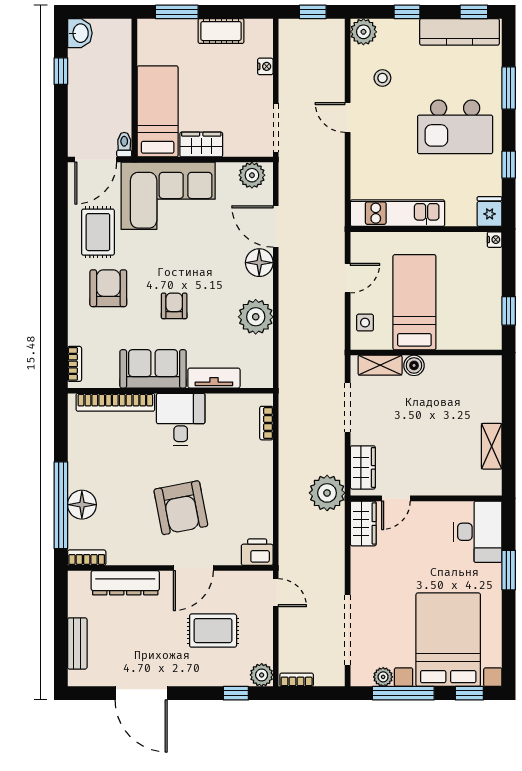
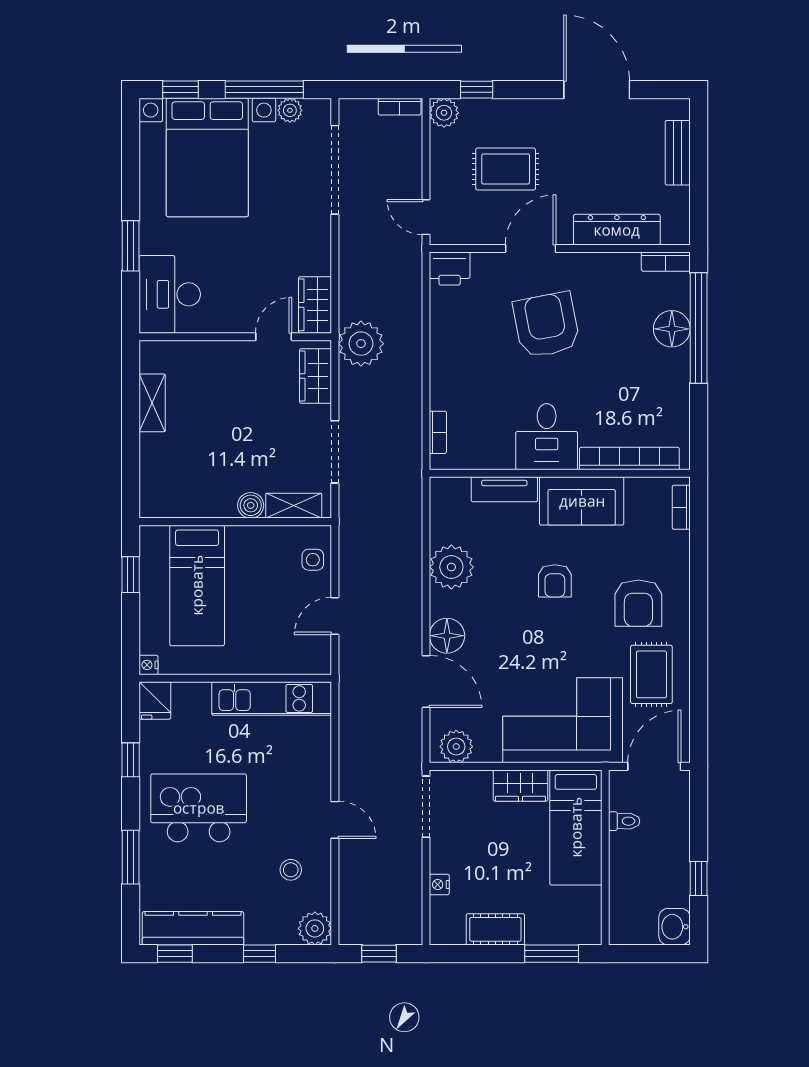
toilet: (124, 145) -> (624, 821), moved, turned -90
bed: (414, 302) -> (197, 585), moved

